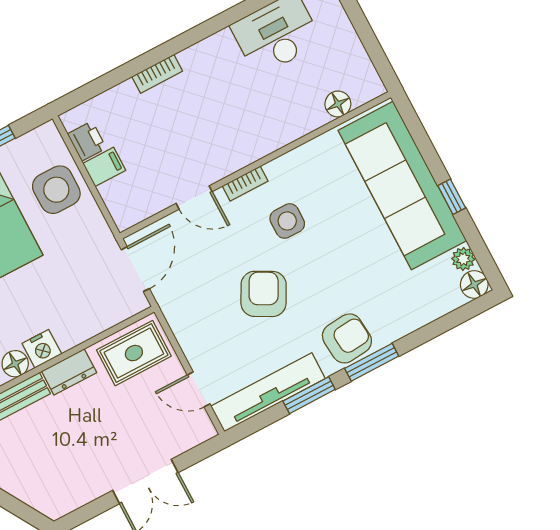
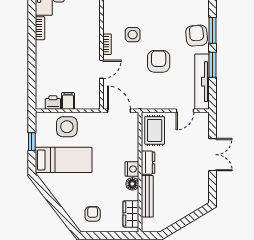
bookcase: (157, 74) -> (40, 28), moved
armchair: (264, 294) -> (159, 61), turned 62

